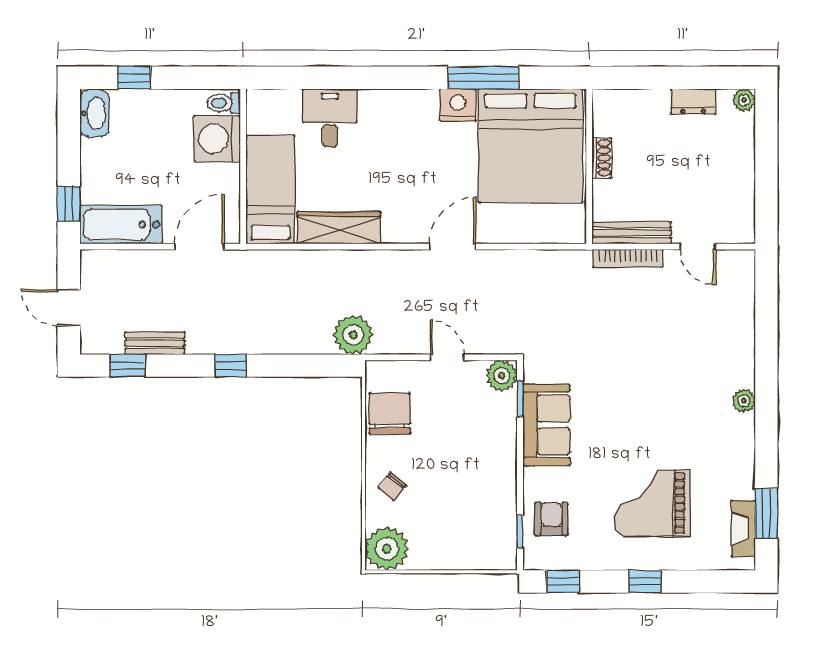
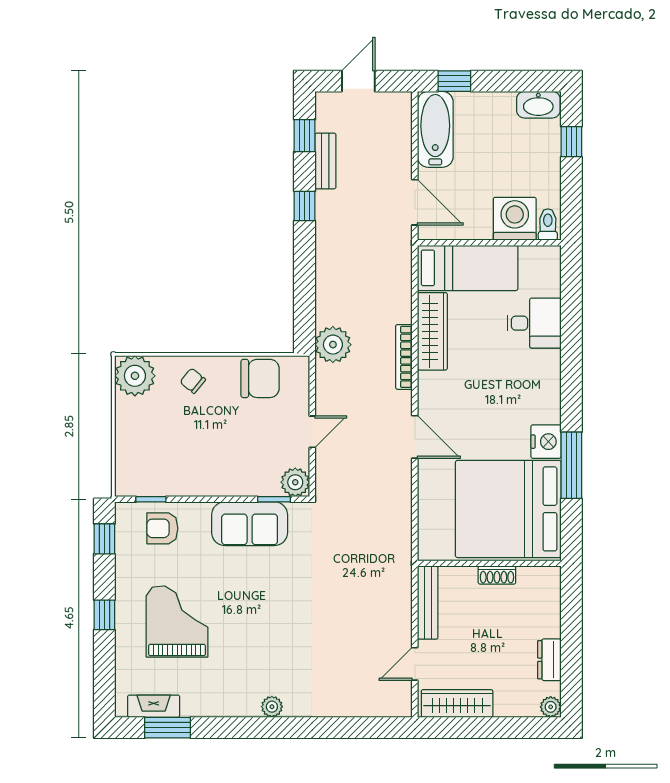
wardrobe: (740, 201) -> (457, 703), added
bookcase: (628, 258) -> (404, 357), moved
window: (231, 366) -> (305, 206), moved
armchair: (551, 519) -> (162, 528), turned 180

